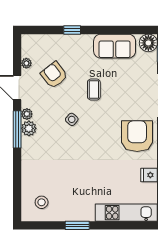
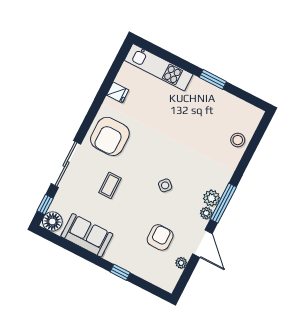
armchair: (54, 75) -> (160, 237), turned -142
coffee table: (94, 90) -> (110, 185), moved
stool: (42, 202) -> (238, 140), moved

